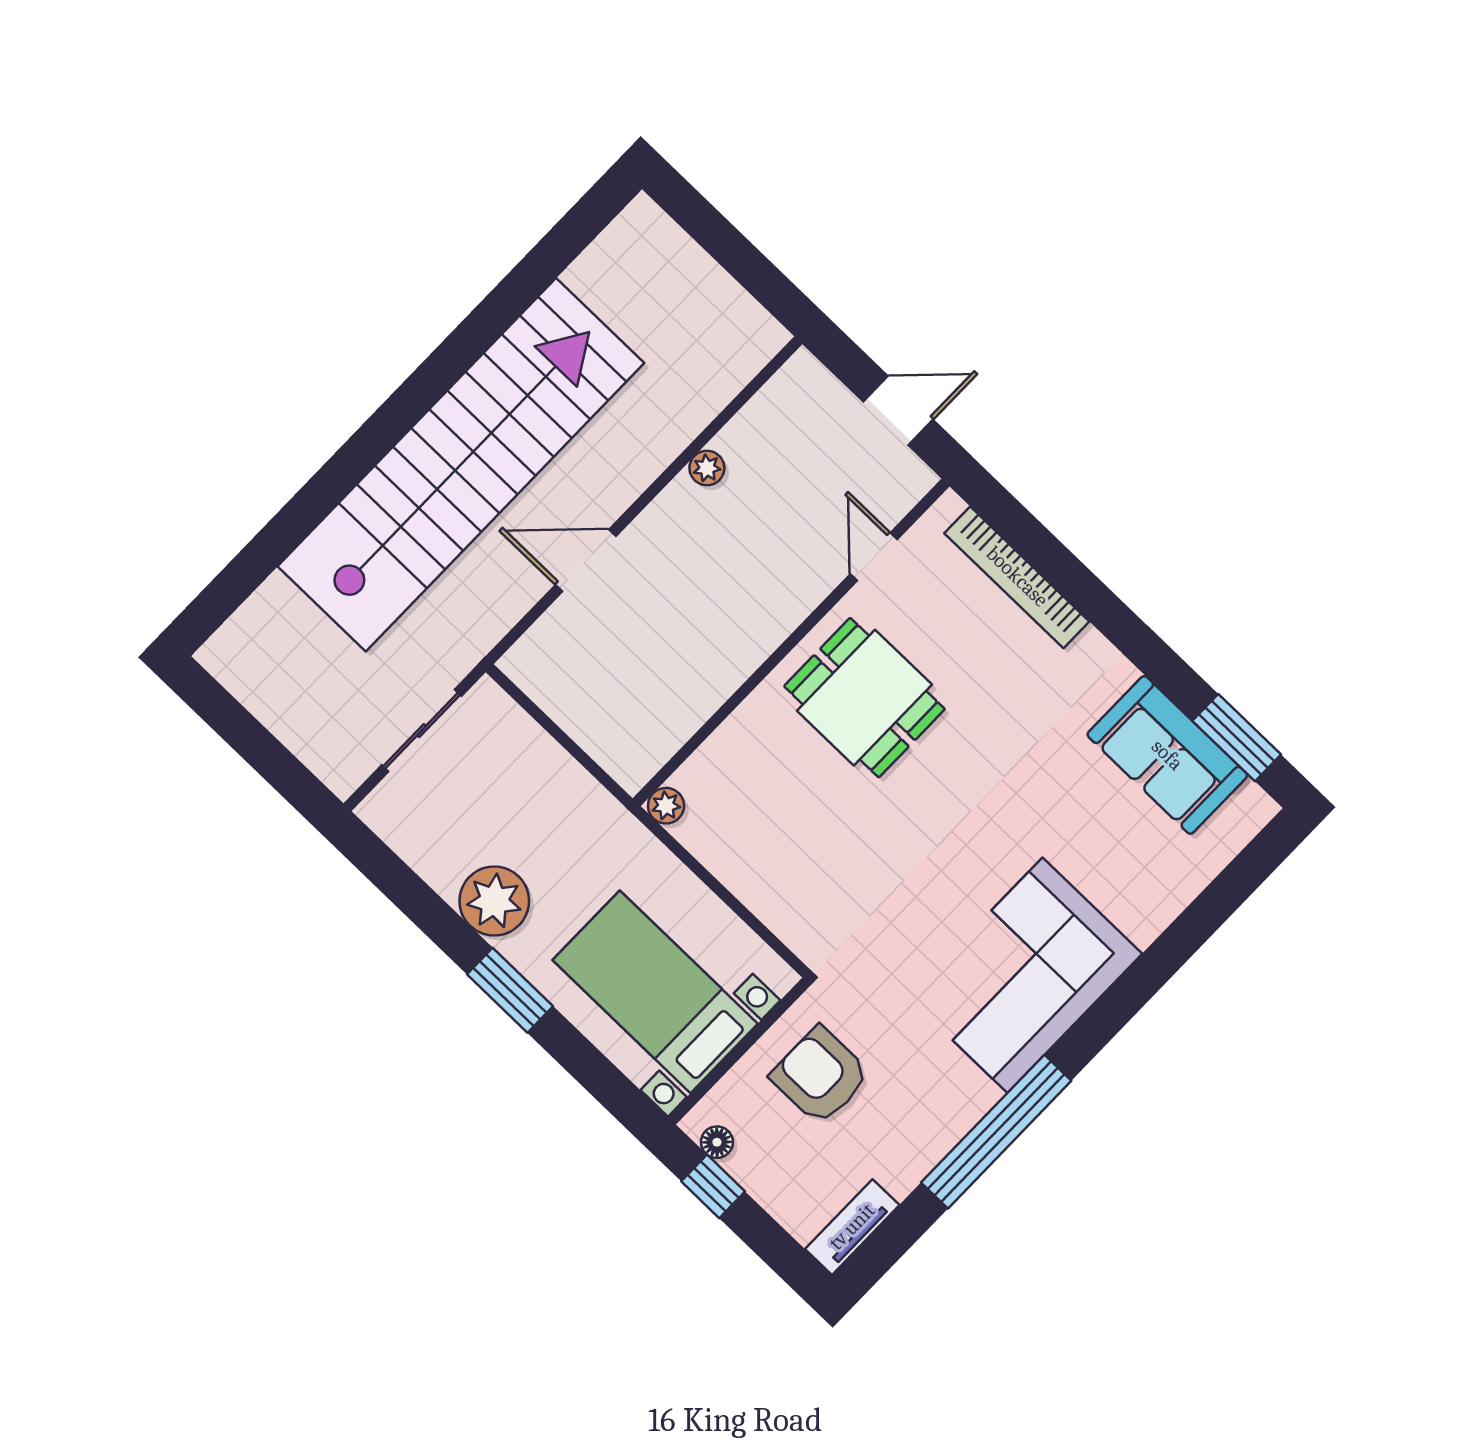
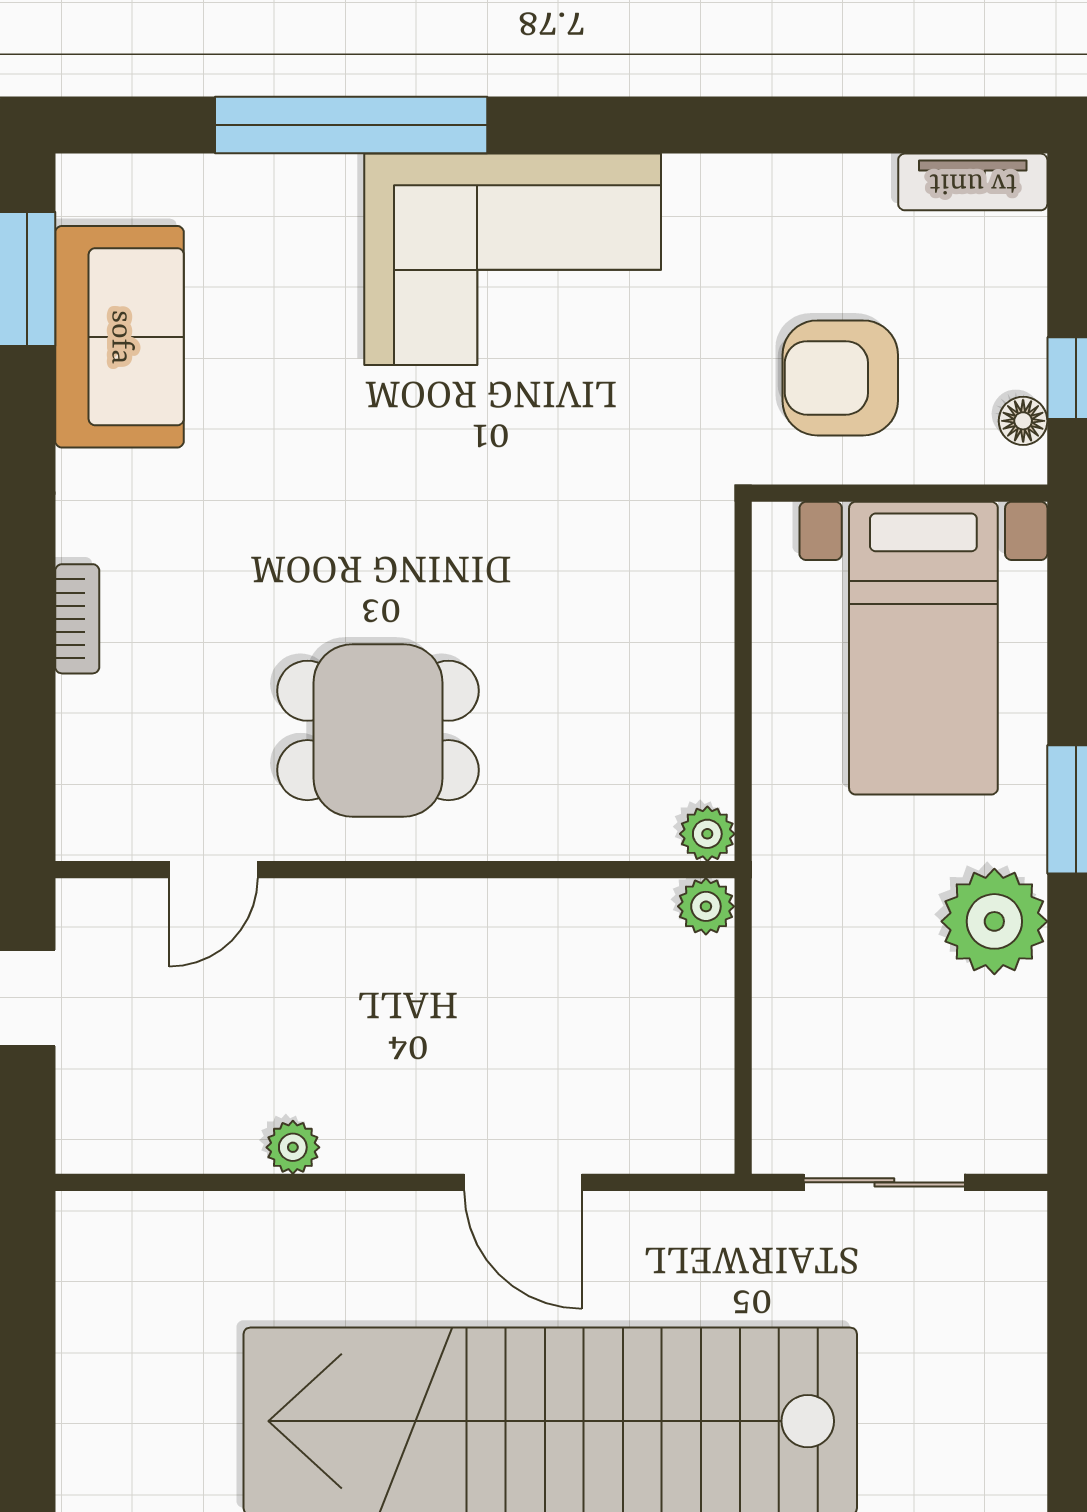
bookcase: (1017, 577) -> (77, 619), width x0.43, depth x0.76
dining table: (864, 698) -> (378, 730), turned 90
plant: (632, 772) -> (706, 906), added
armchair: (820, 1076) -> (840, 378), turned 90
window: (996, 1132) -> (351, 125), moved

